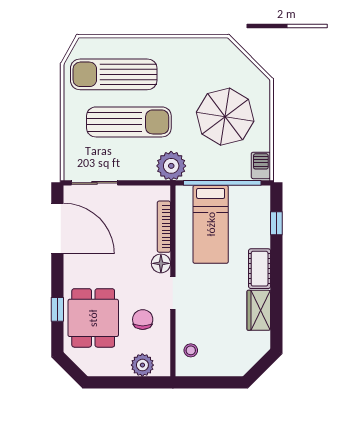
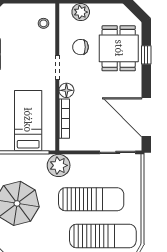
sun lounger: (129, 122) -> (91, 199), turned 180
chair: (143, 320) -> (81, 47), turned 90

